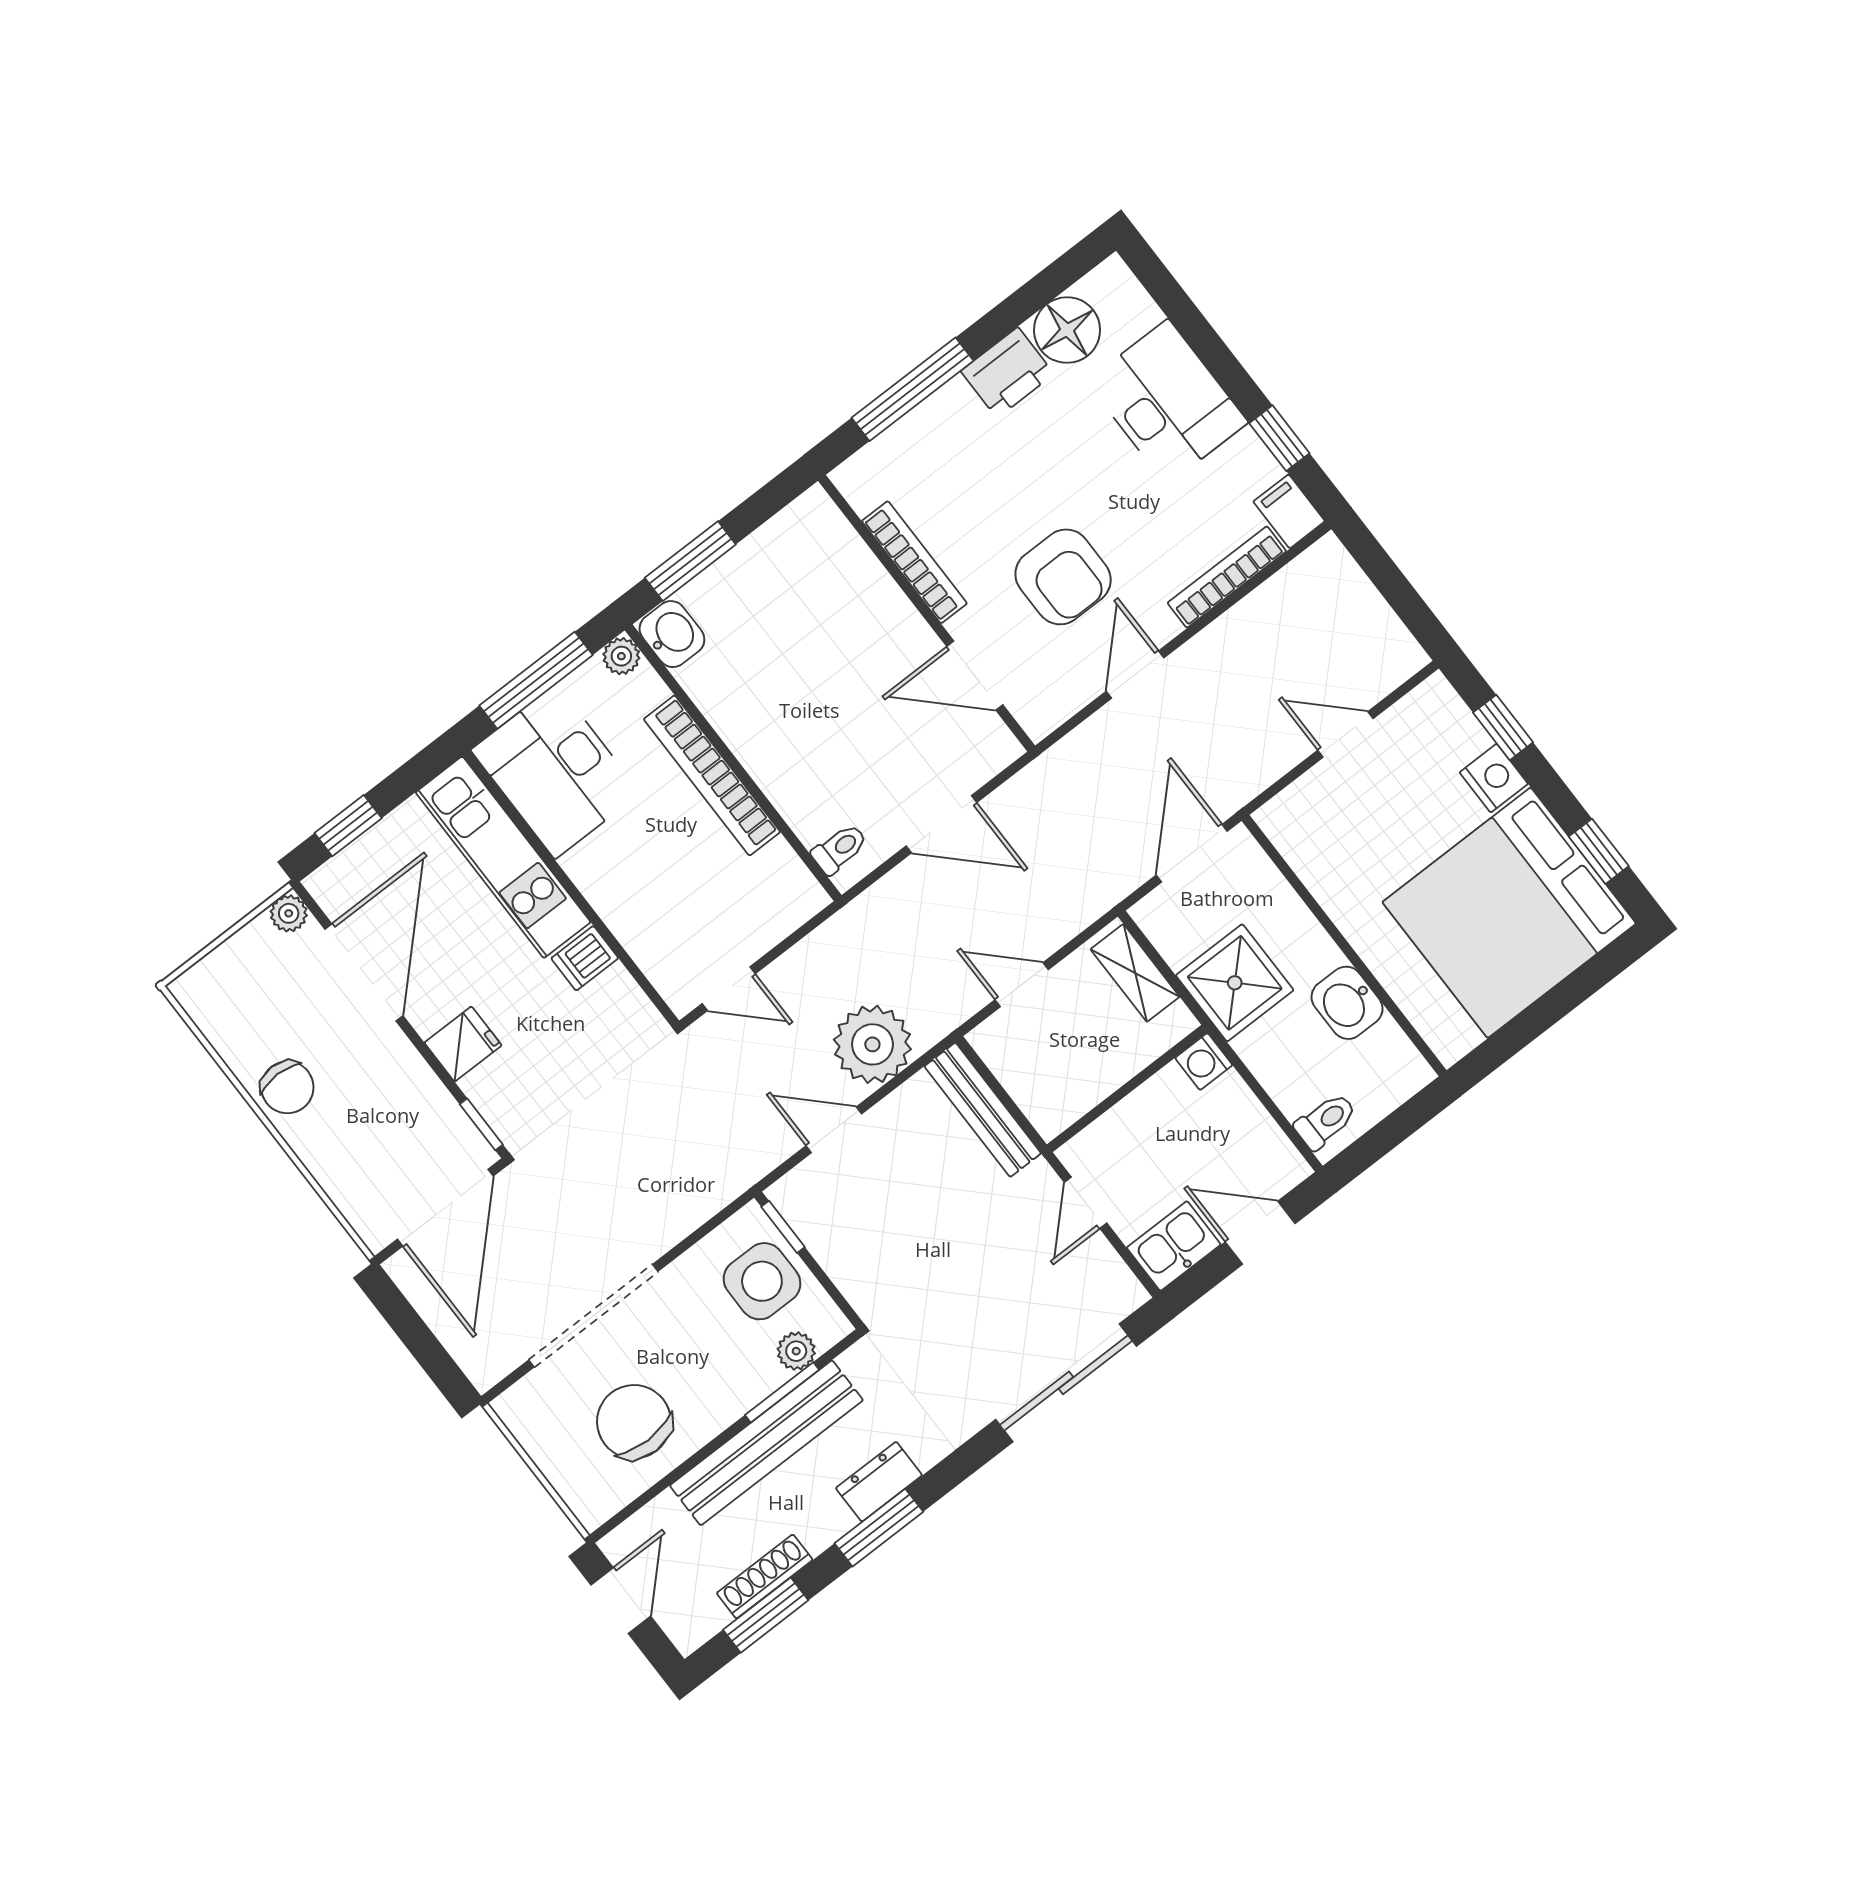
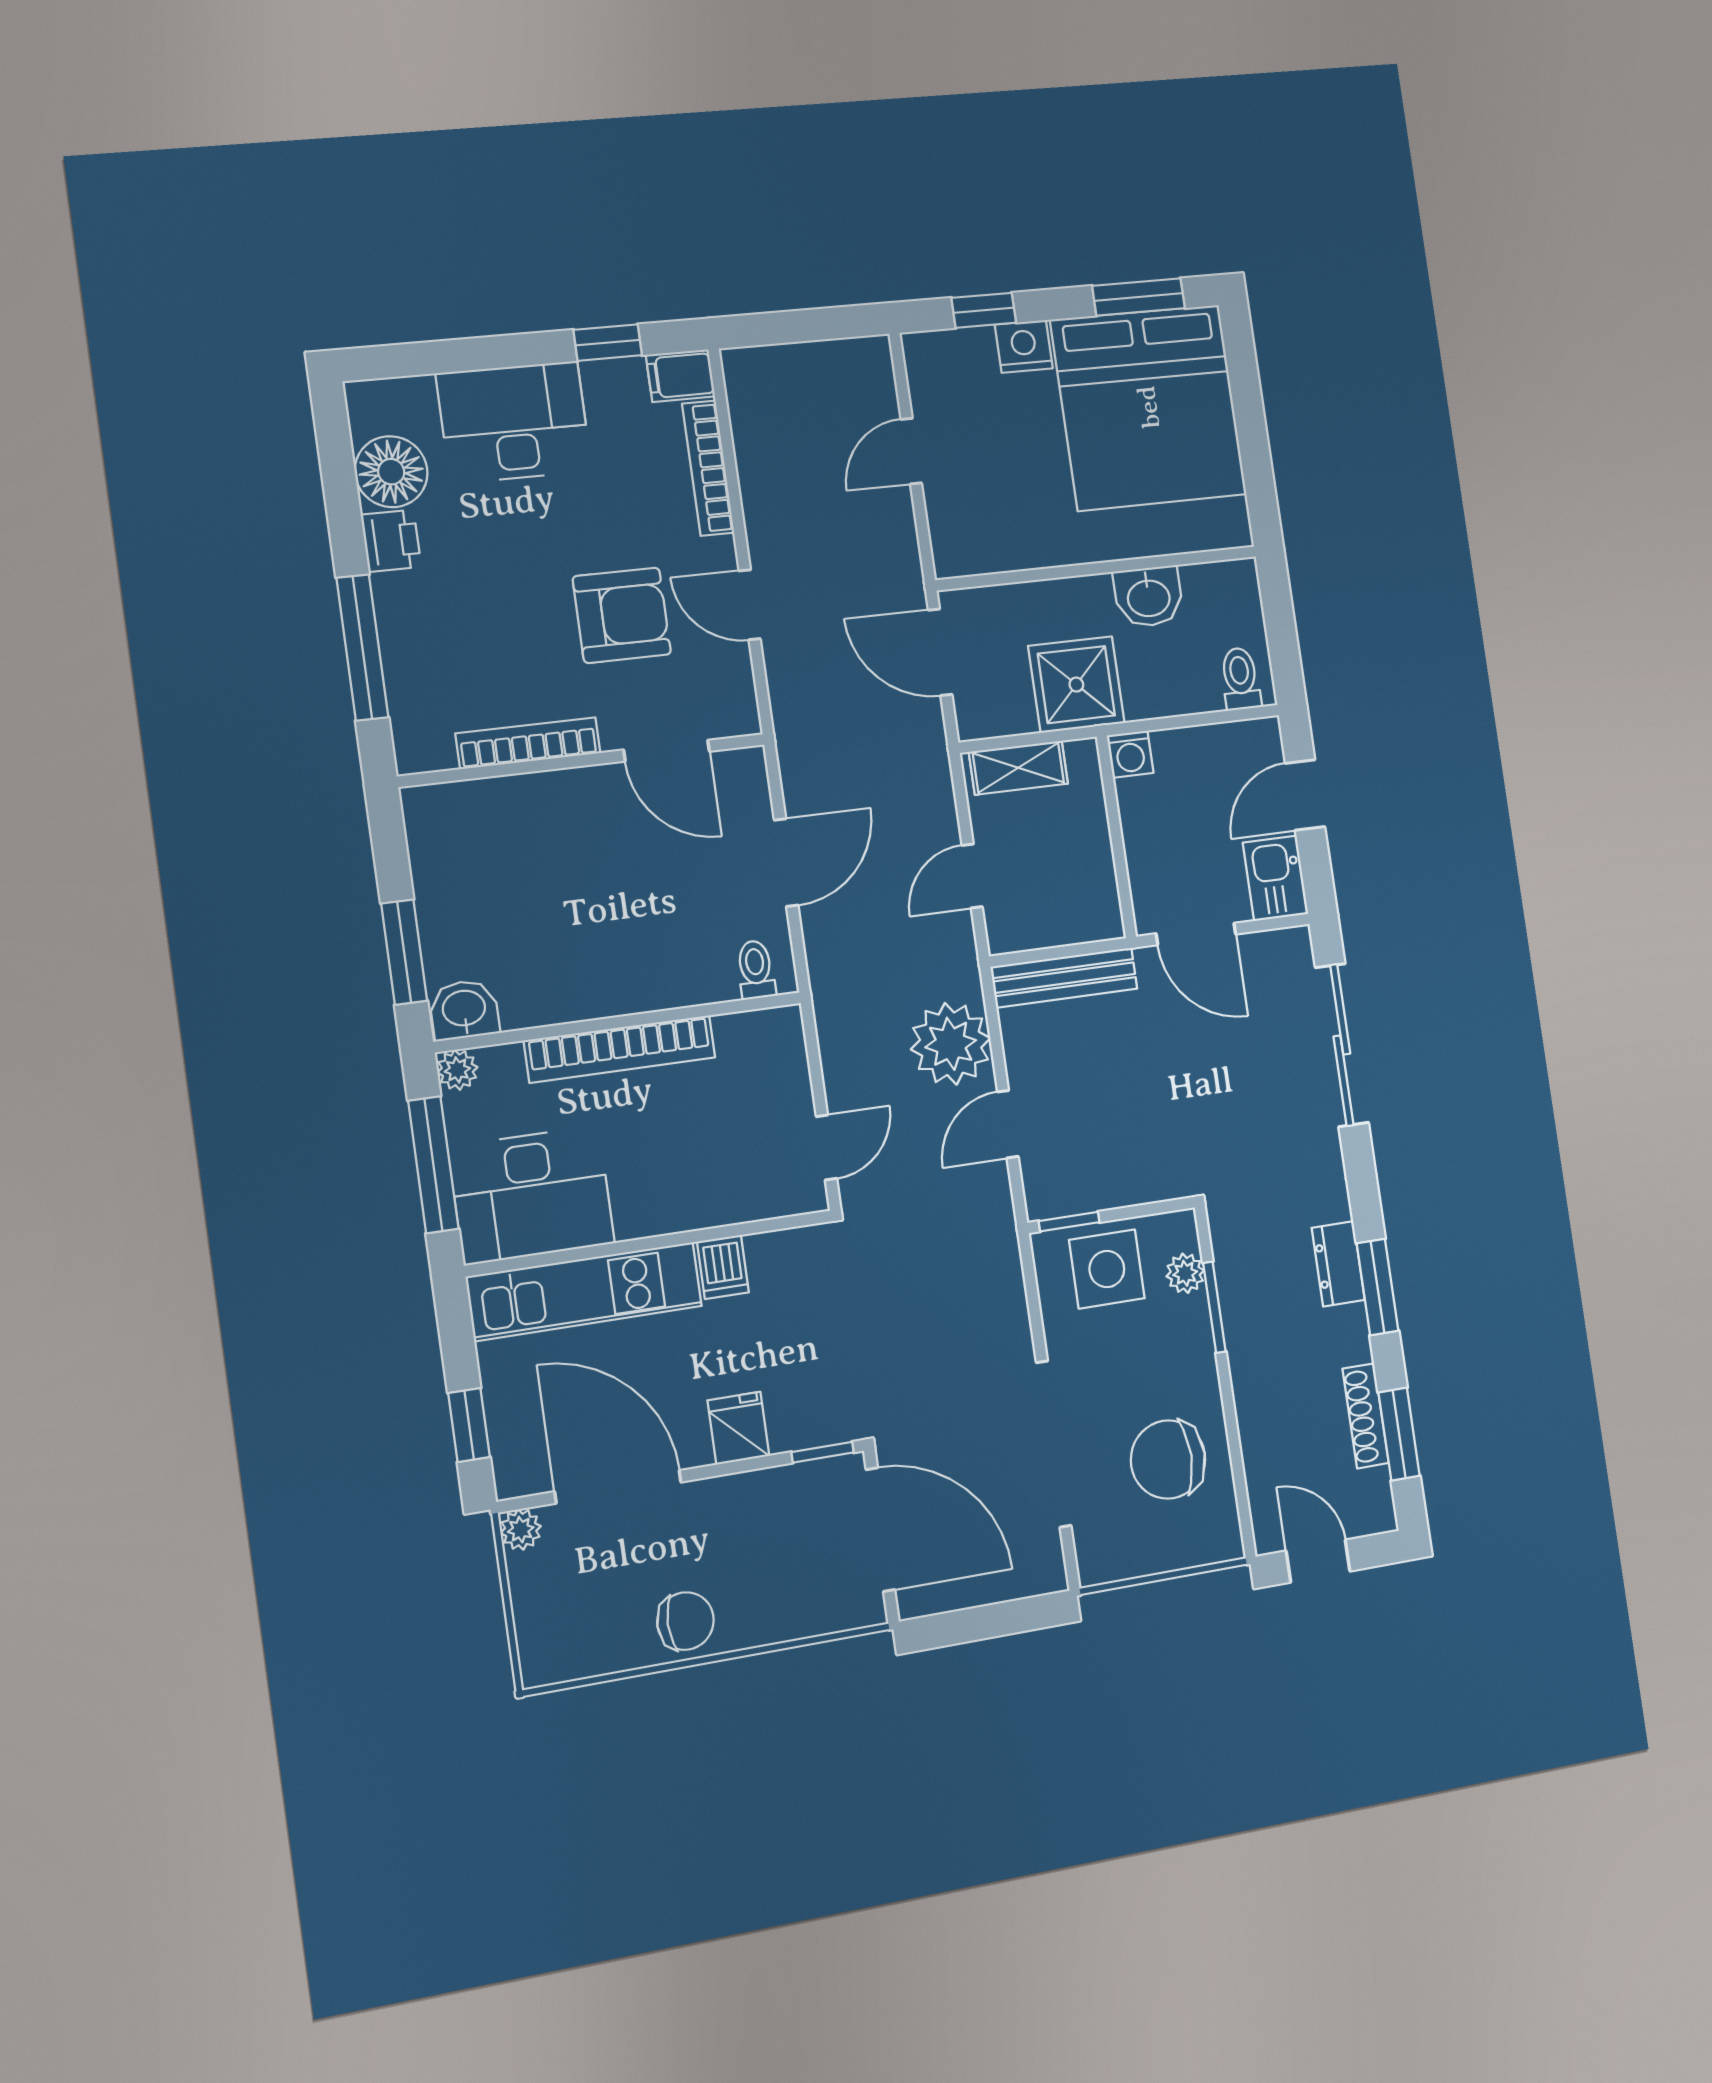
printer: (1007, 373) -> (391, 541), width x0.73, depth x0.81
door: (975, 676) -> (667, 751), hinge flipped
window: (1599, 851) -> (1139, 297), width x1.50
door: (1086, 1203) -> (1196, 934), width x1.38
bench: (766, 1443) -> (1251, 1347), removed

